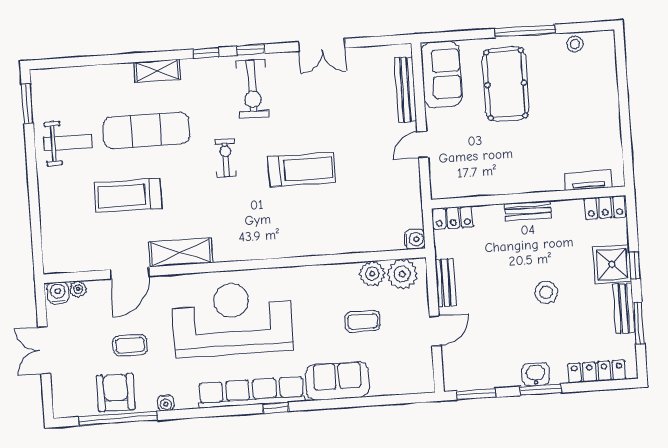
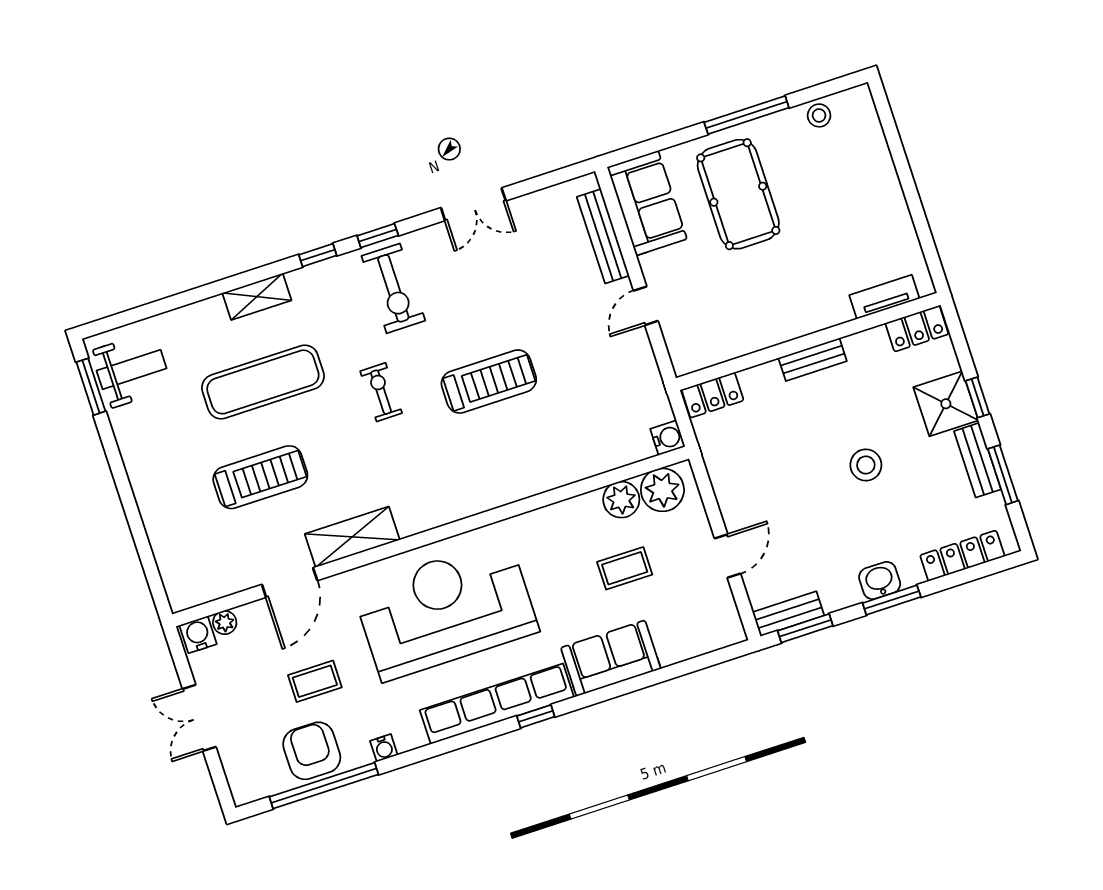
weight bench: (68, 143) -> (132, 370), moved
treadmill: (128, 195) -> (260, 477), turned 180
bench: (446, 282) -> (788, 614), moved, turned 90

